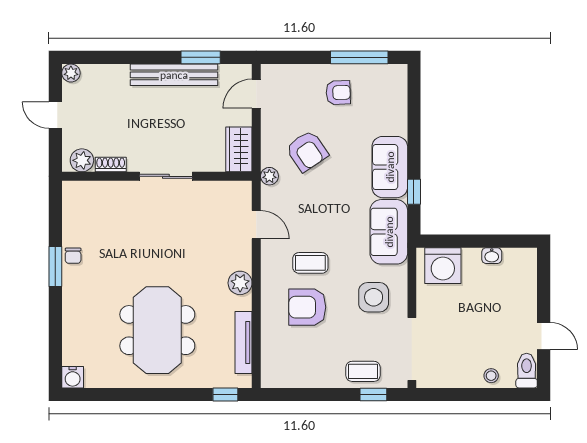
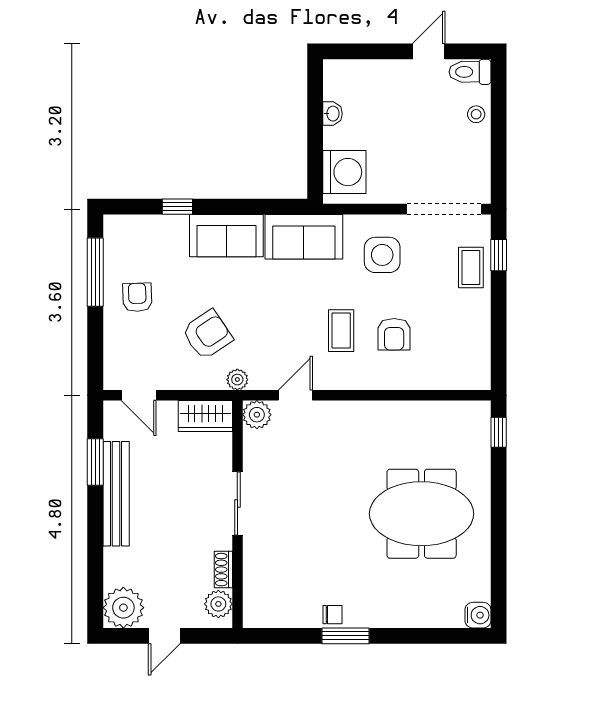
plant: (71, 73) -> (123, 608), width x1.88, depth x1.88
window: (414, 192) -> (177, 207), moved
plant: (240, 283) -> (257, 415), moved
armchair: (307, 307) -> (394, 334), width x0.72, depth x0.72
tv unit: (244, 342) -> (436, 411), removed

